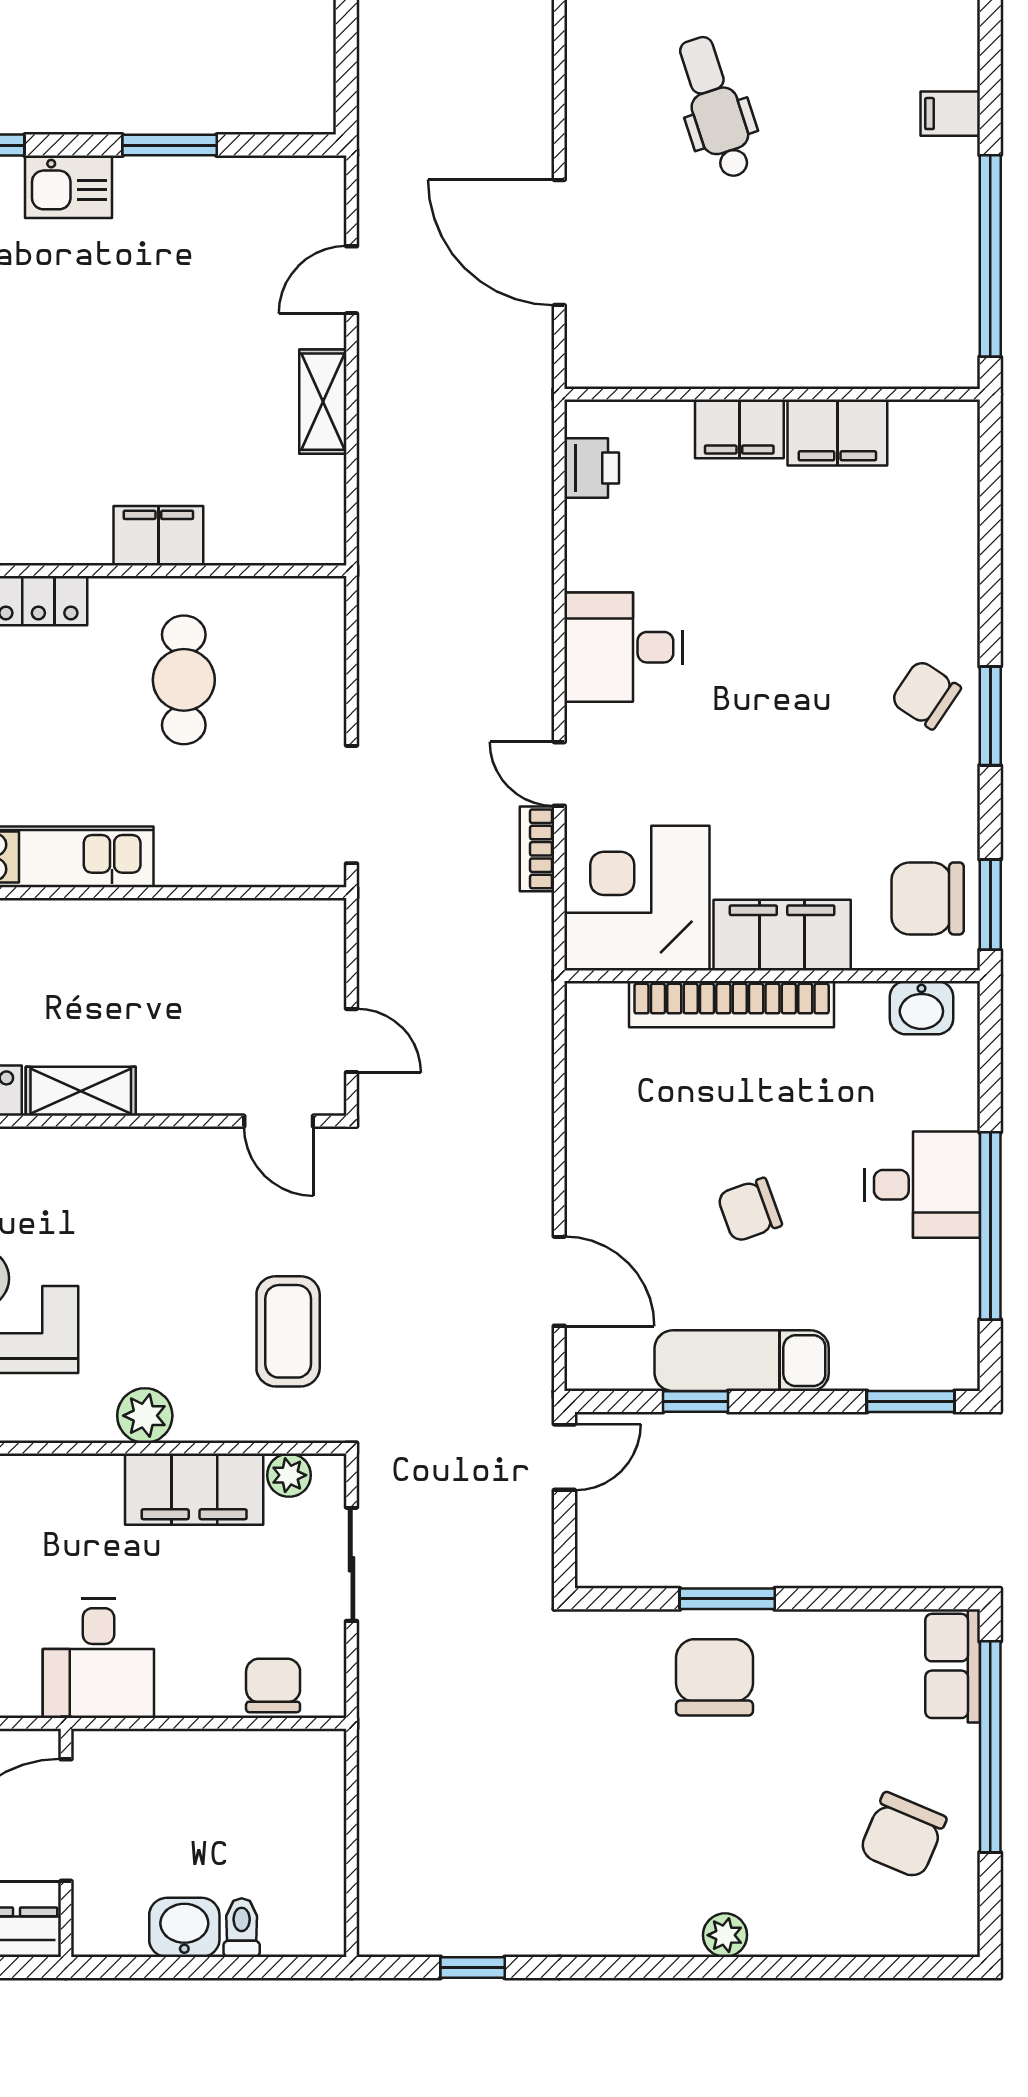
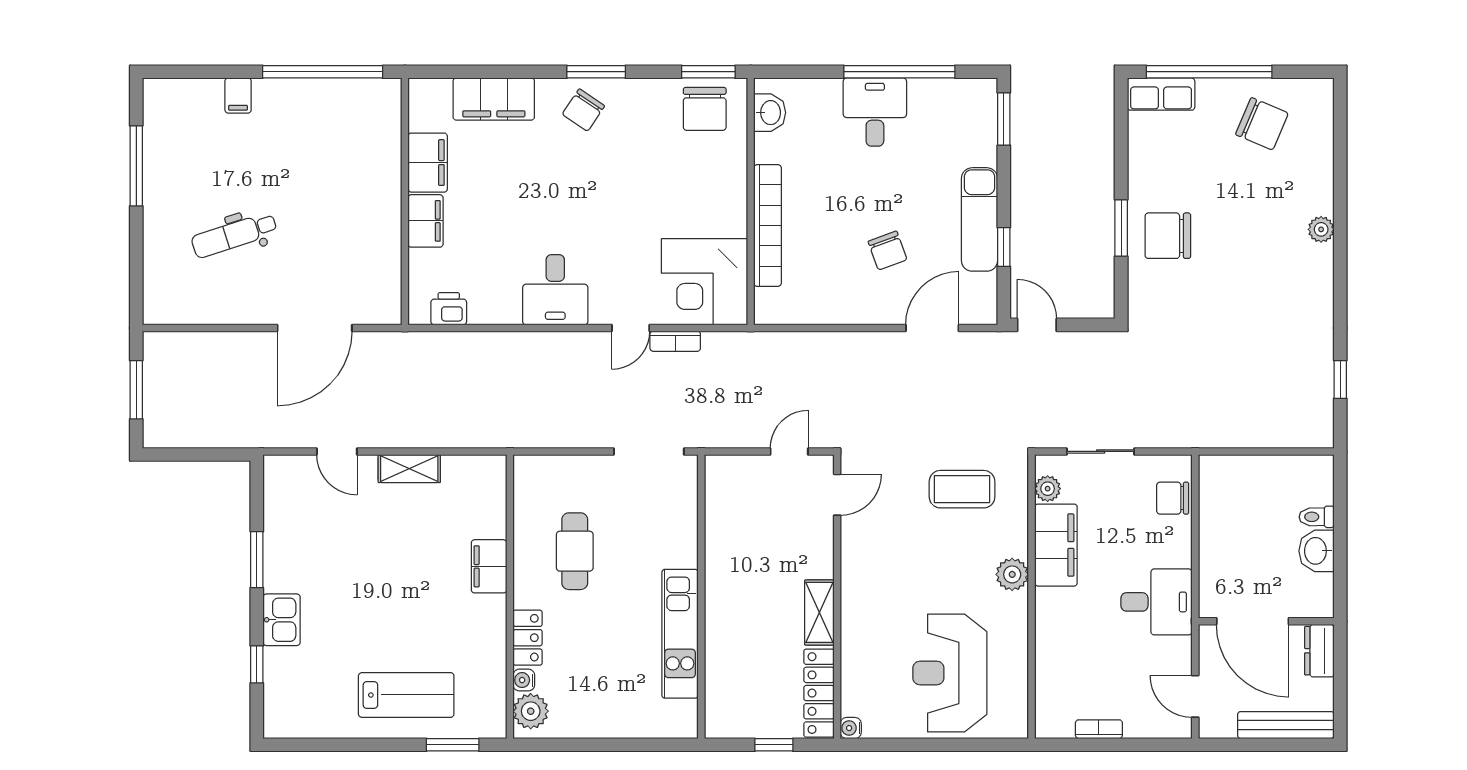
cafe table: (184, 680) -> (575, 551), turned 90
filing cabinet: (782, 935) -> (494, 99), moved, turned -90
chair: (749, 1210) -> (888, 250), moved

